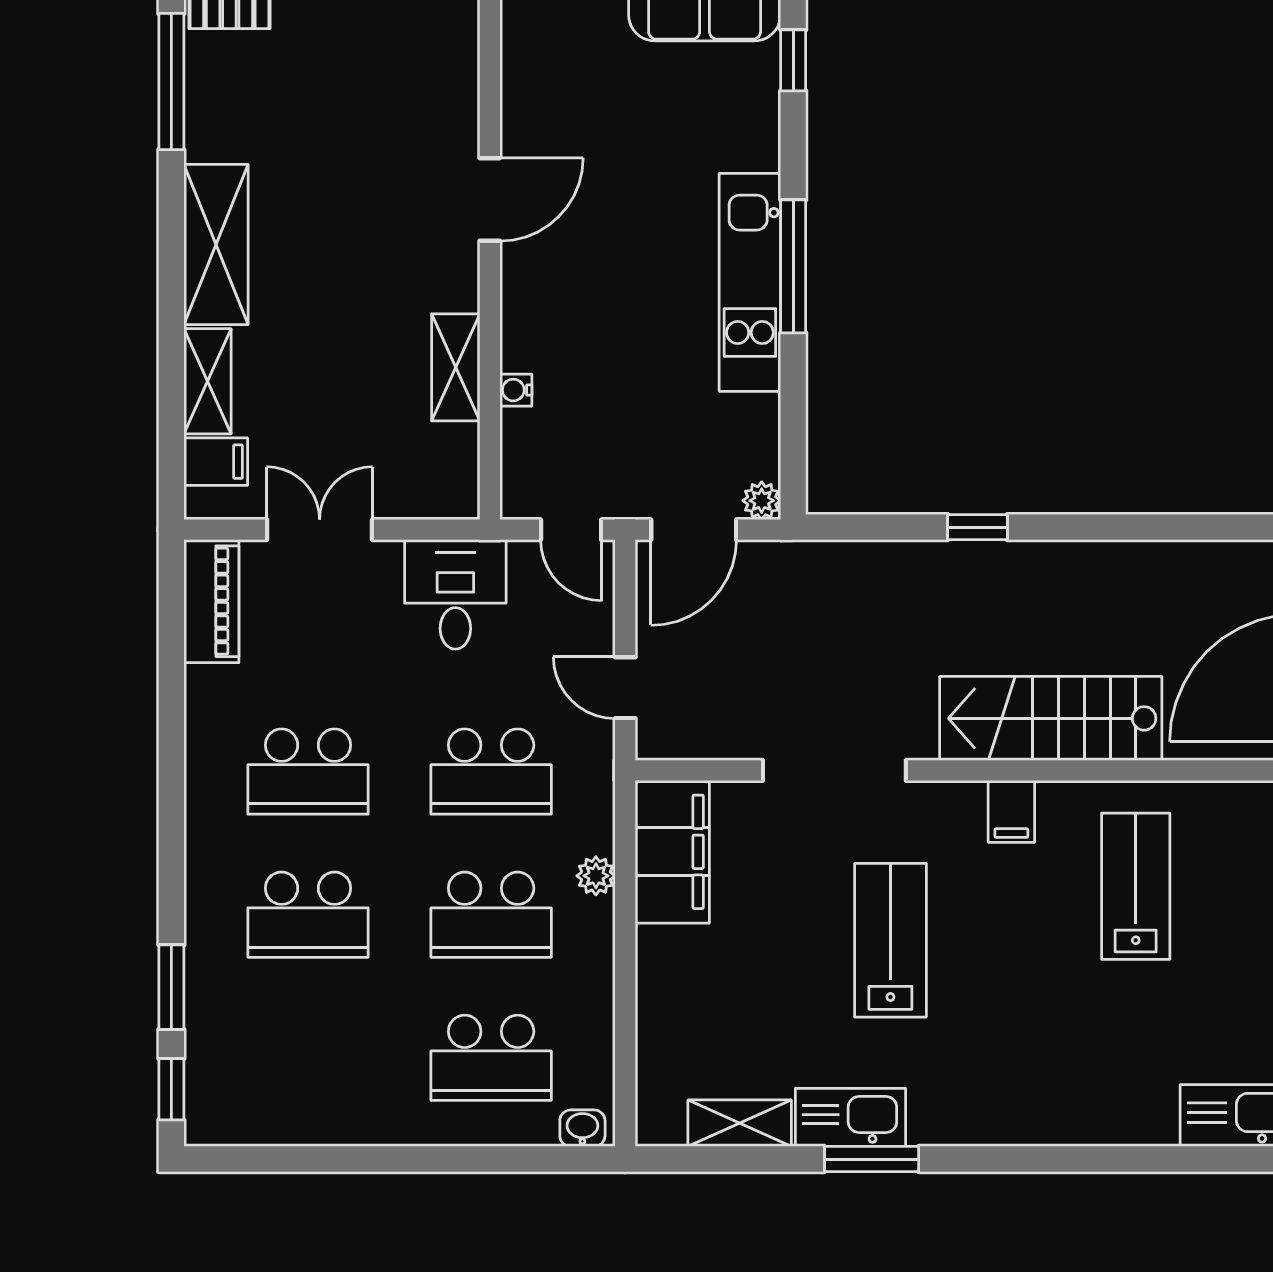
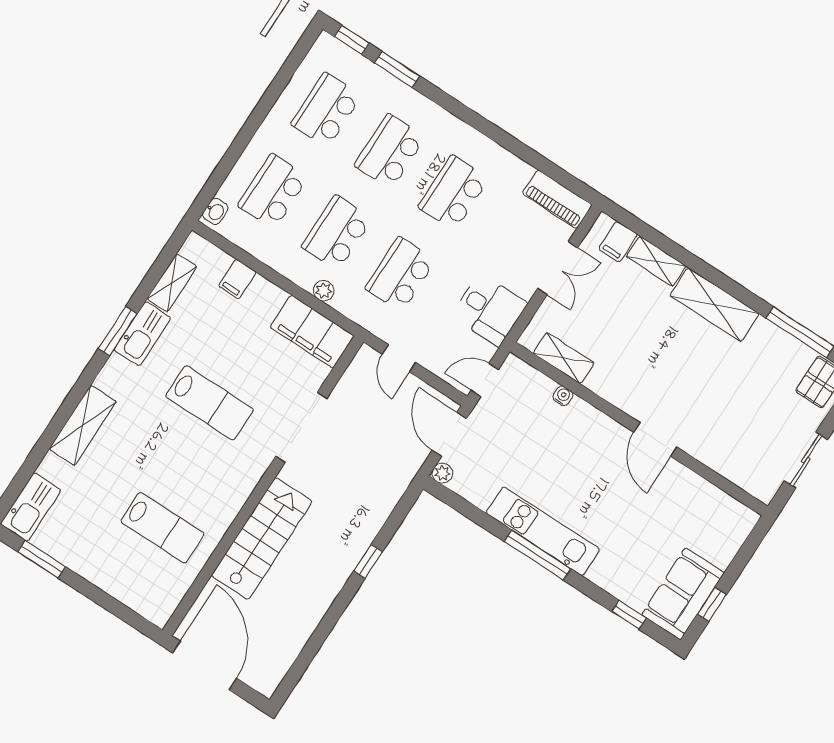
shelving: (456, 367) -> (564, 358), moved
door: (625, 688) -> (399, 358), swing flipped
filing cabinet: (1011, 811) -> (237, 279), moved, turned -90
school desk: (308, 1058) -> (326, 110), added
shelving: (1056, 1117) -> (83, 425), added

